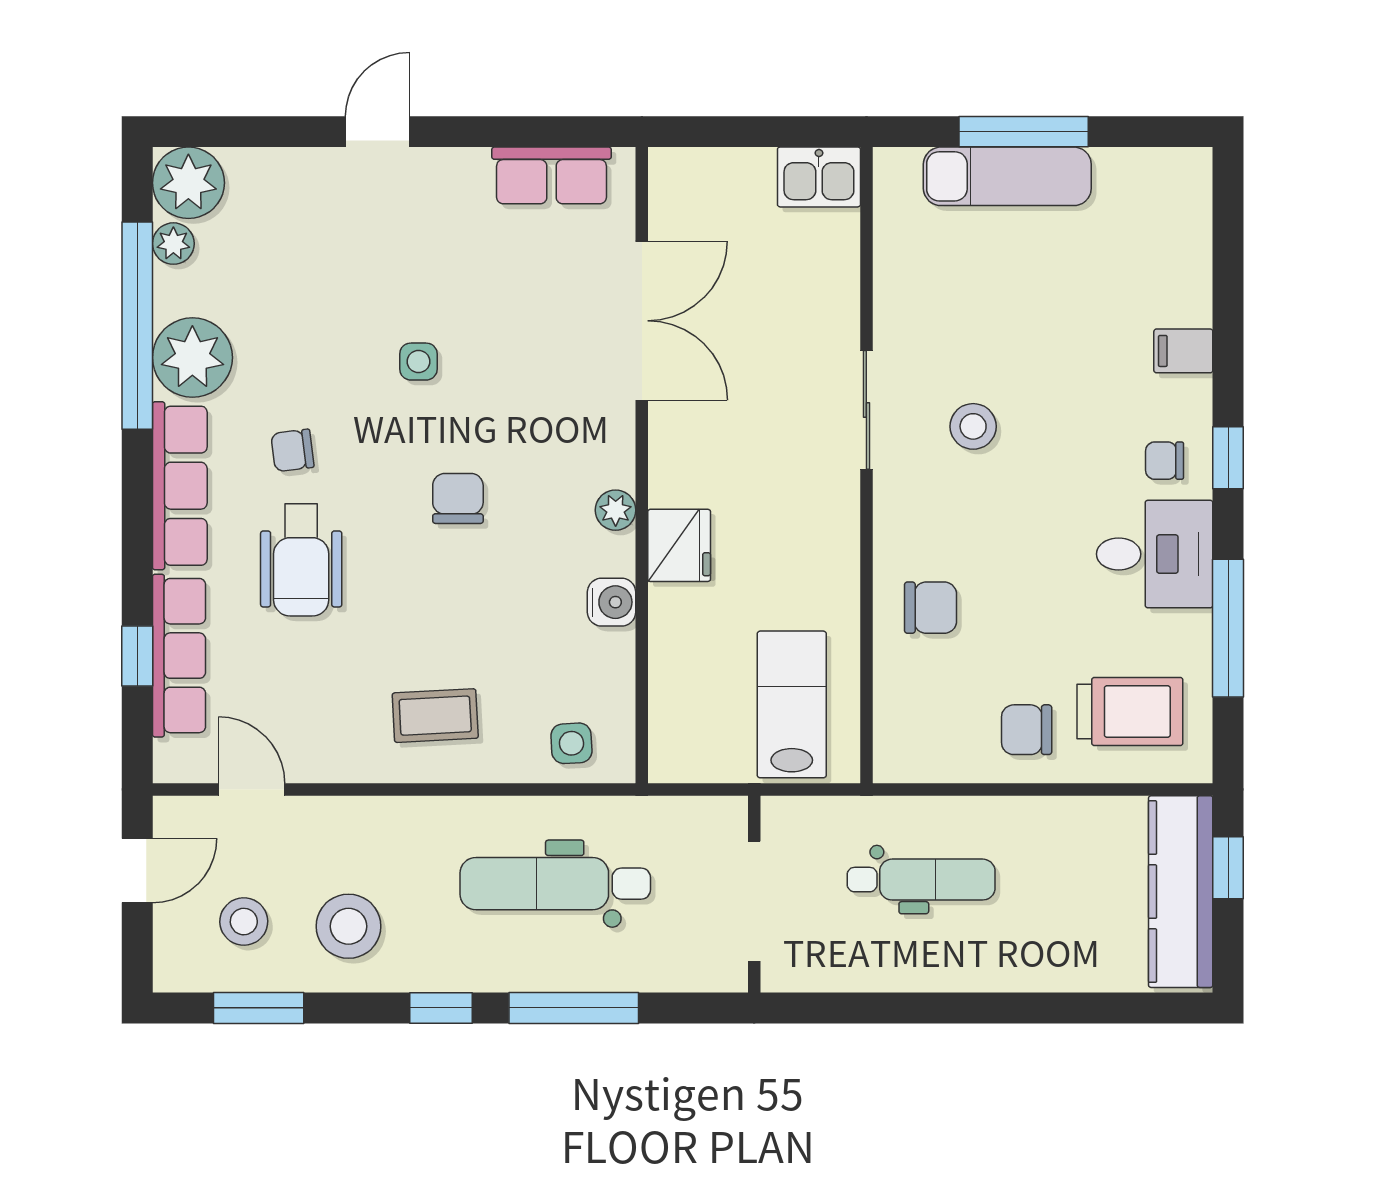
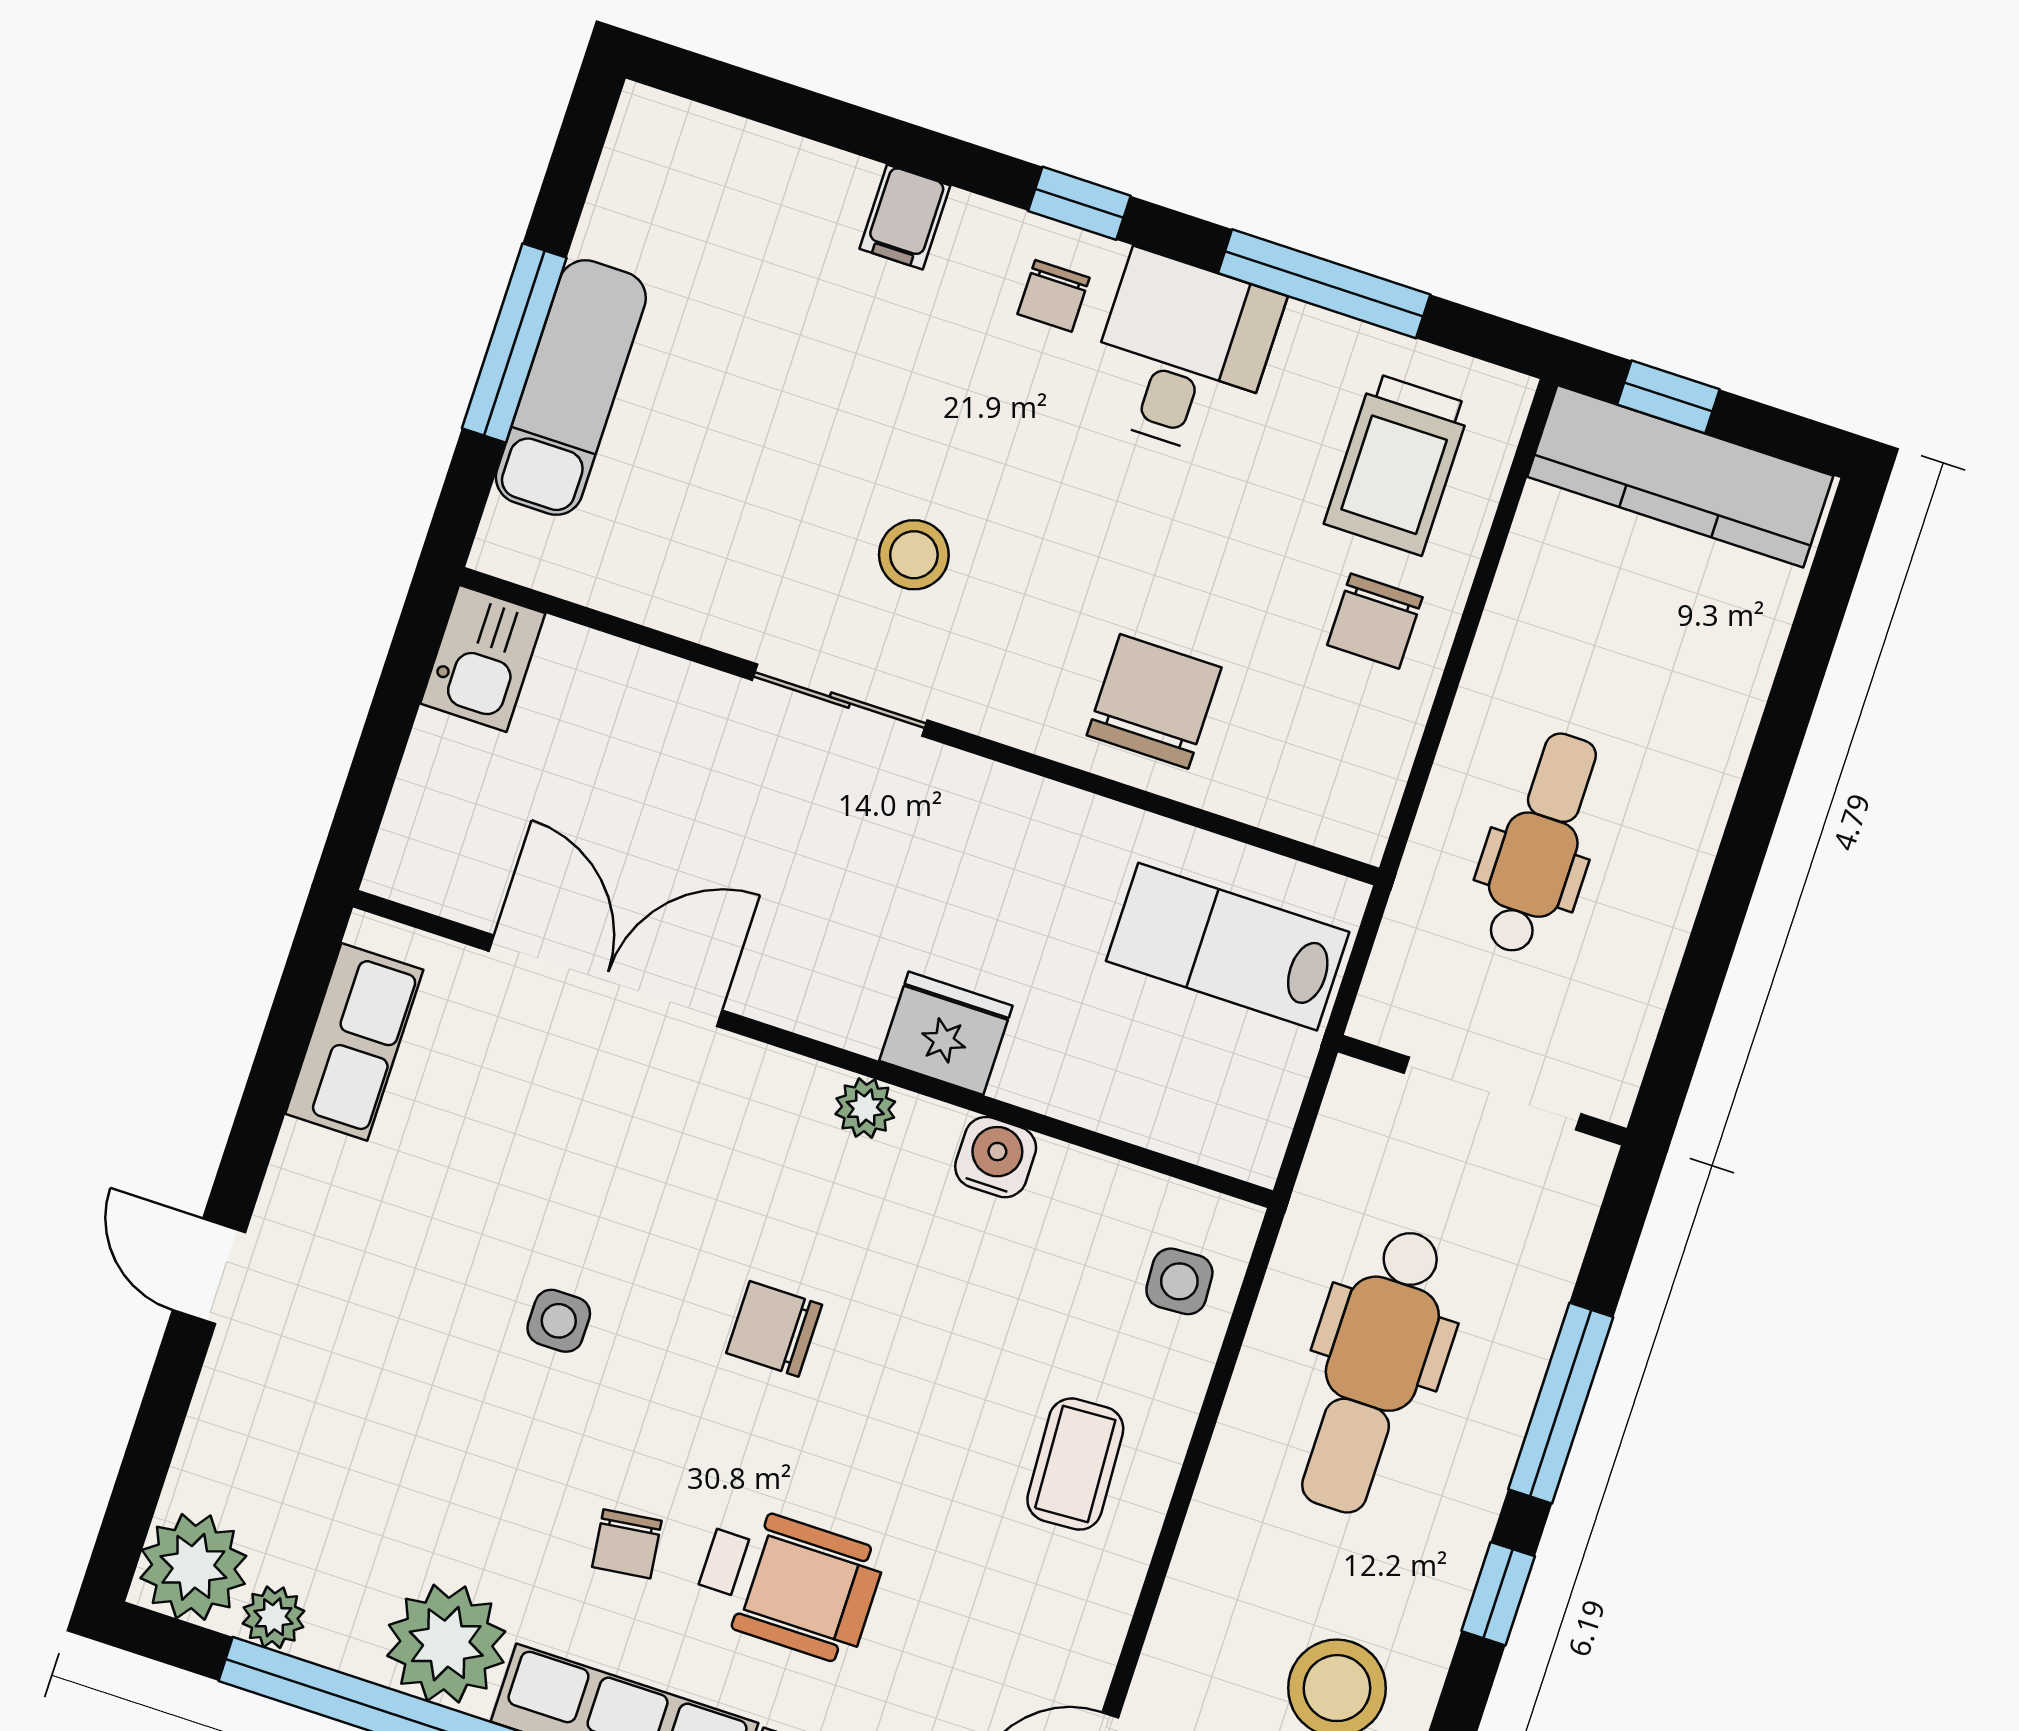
chair: (931, 608) -> (1154, 701), width x1.37, depth x1.37
trolley: (1130, 712) -> (1398, 464), turned 180

